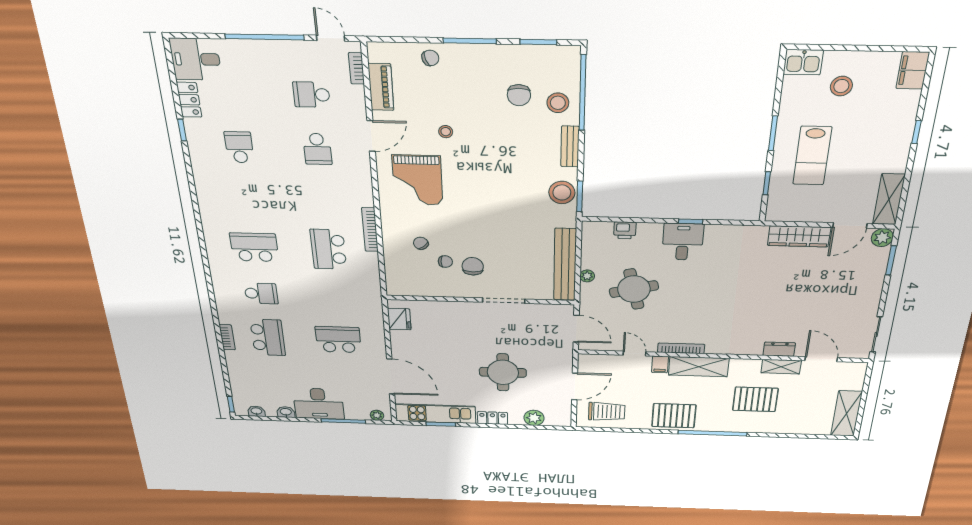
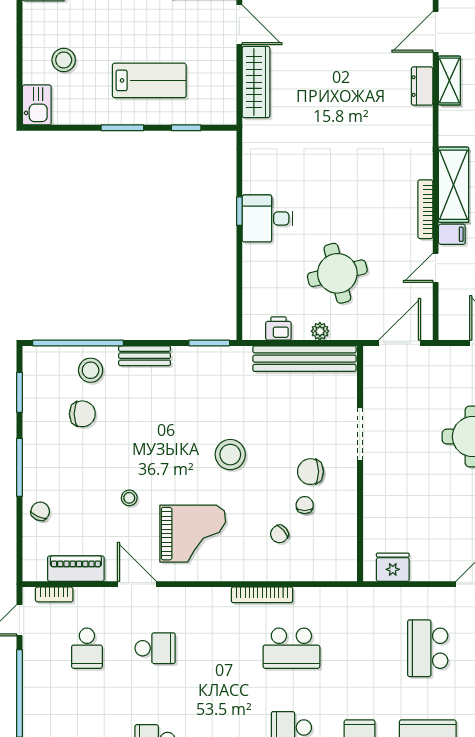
chair: (430, 58) -> (40, 511), turned 44
stool: (562, 192) -> (230, 455), moved
printer: (625, 230) -> (278, 328), moved, turned -90

